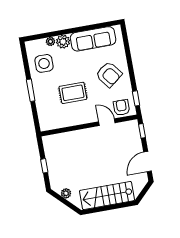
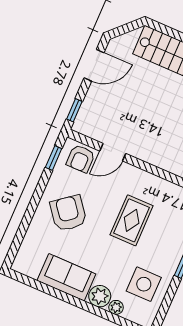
sofa: (93, 39) -> (66, 277), width x0.73
rug: (73, 93) -> (132, 220), turned 90
door: (107, 122) -> (113, 152), hinge flipped

